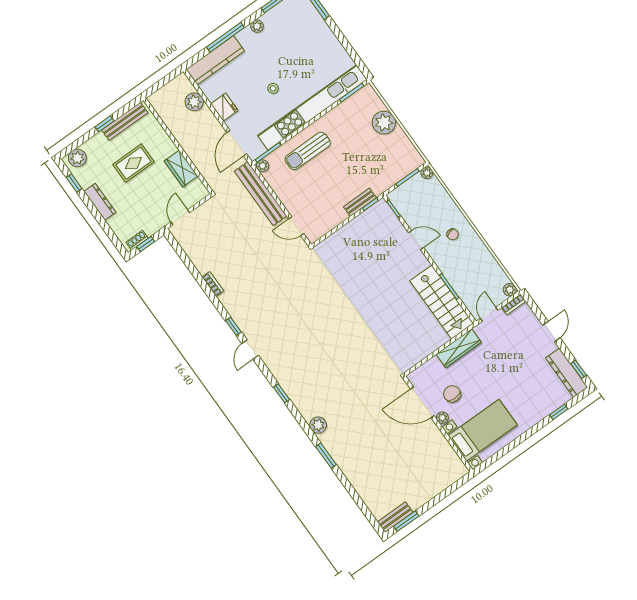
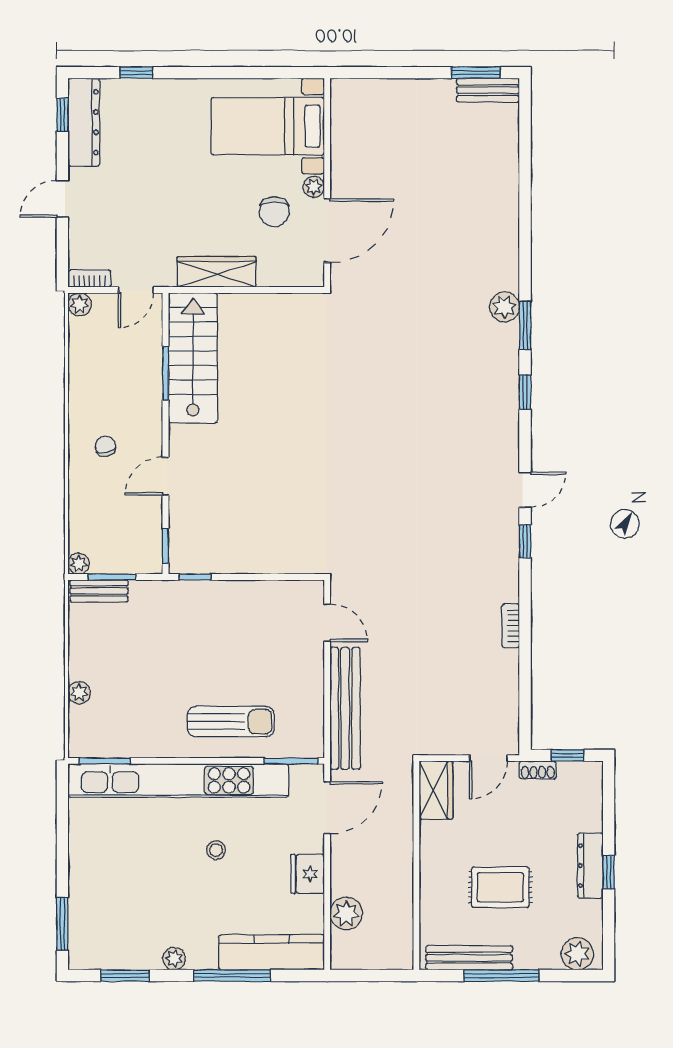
plant: (384, 123) -> (79, 693), width x0.53, depth x0.53
window: (105, 124) -> (501, 976), width x2.17
plant: (263, 166) -> (313, 747), removed
wardrobe: (181, 169) -> (436, 790), moved
window: (74, 183) -> (609, 872), moved
bench: (360, 202) -> (99, 591), moved
shoe rack: (137, 240) -> (538, 770), moved
door: (416, 240) -> (166, 476), hinge flipped
door: (422, 402) -> (327, 231), hinge flipped
window: (326, 456) -> (525, 325), moved

